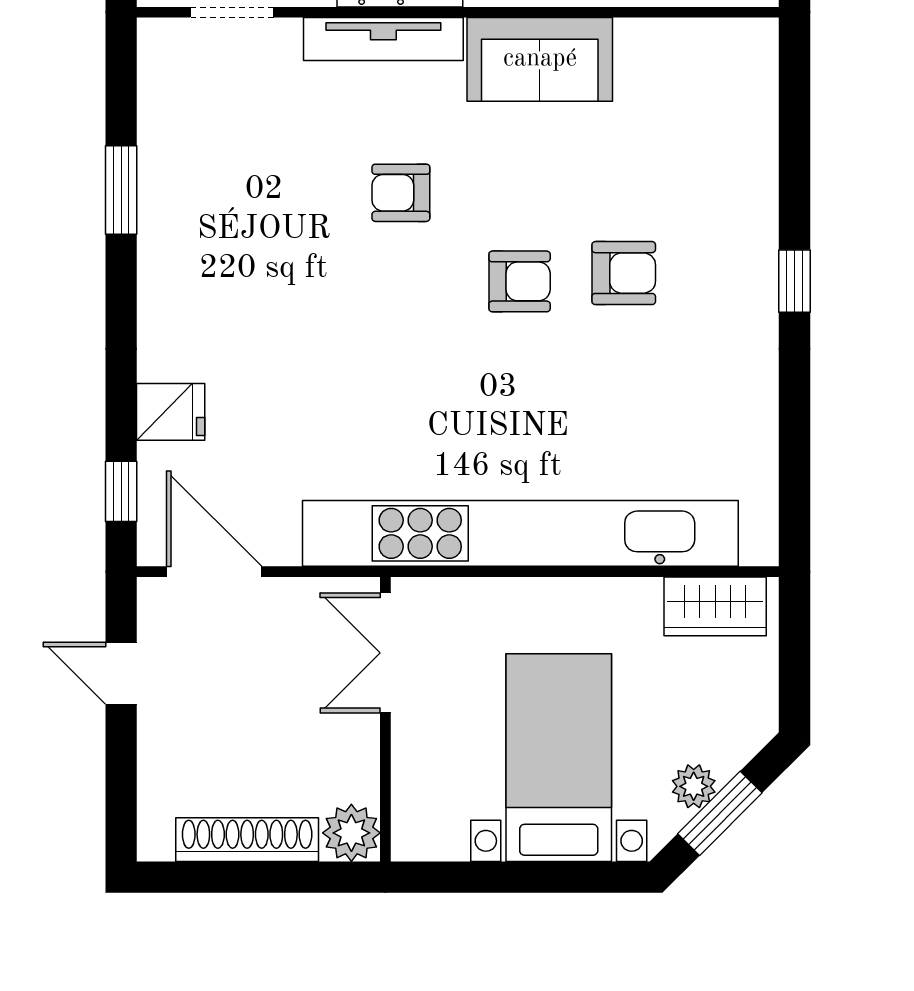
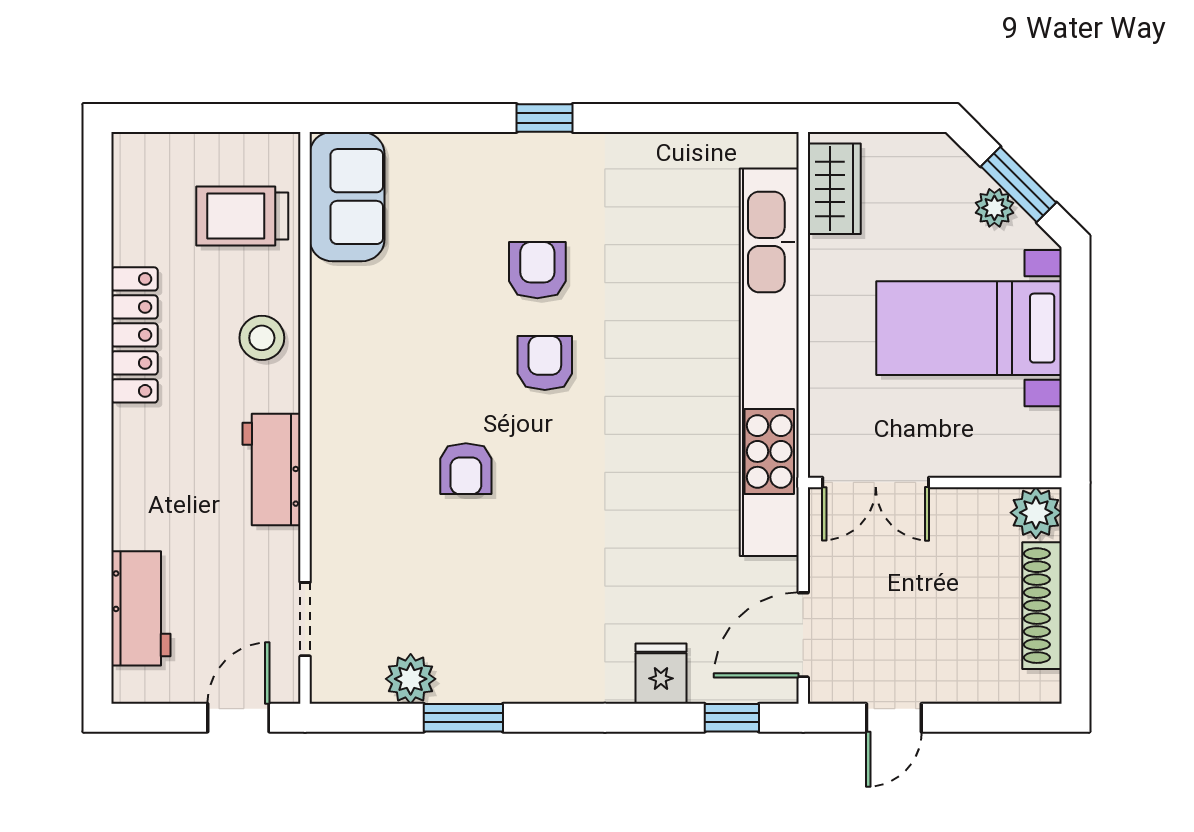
tv unit: (383, 39) -> (329, 484), removed
sofa: (540, 59) -> (347, 197), moved
plant: (165, 131) -> (411, 679), added

